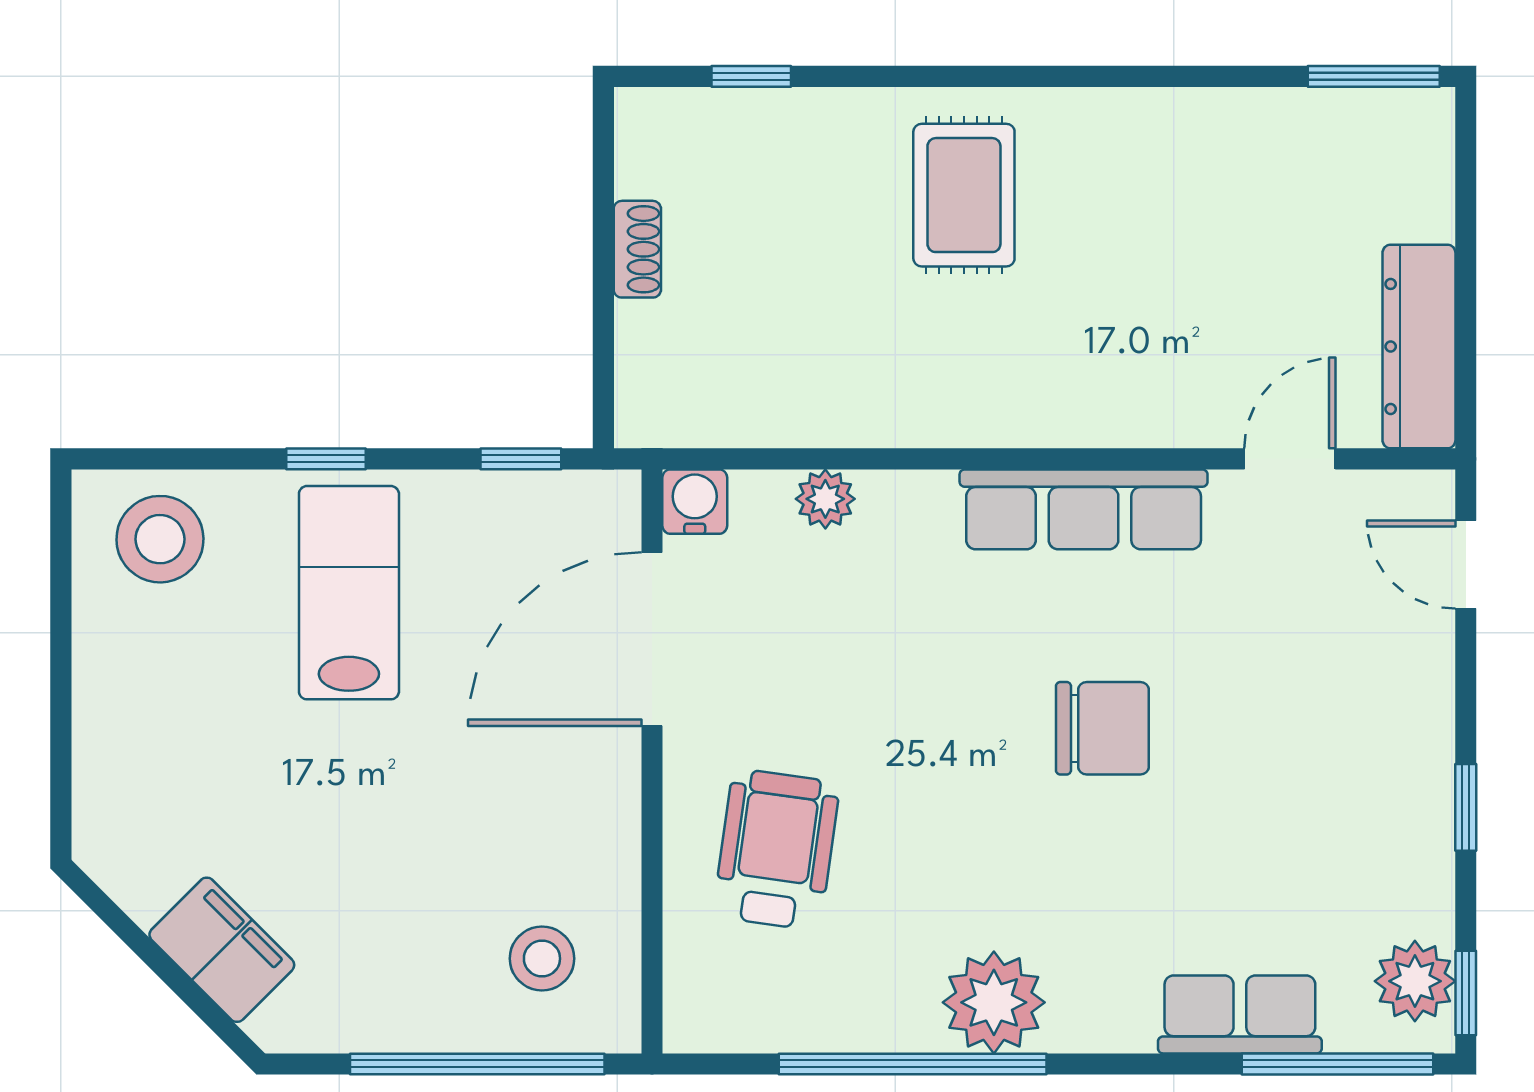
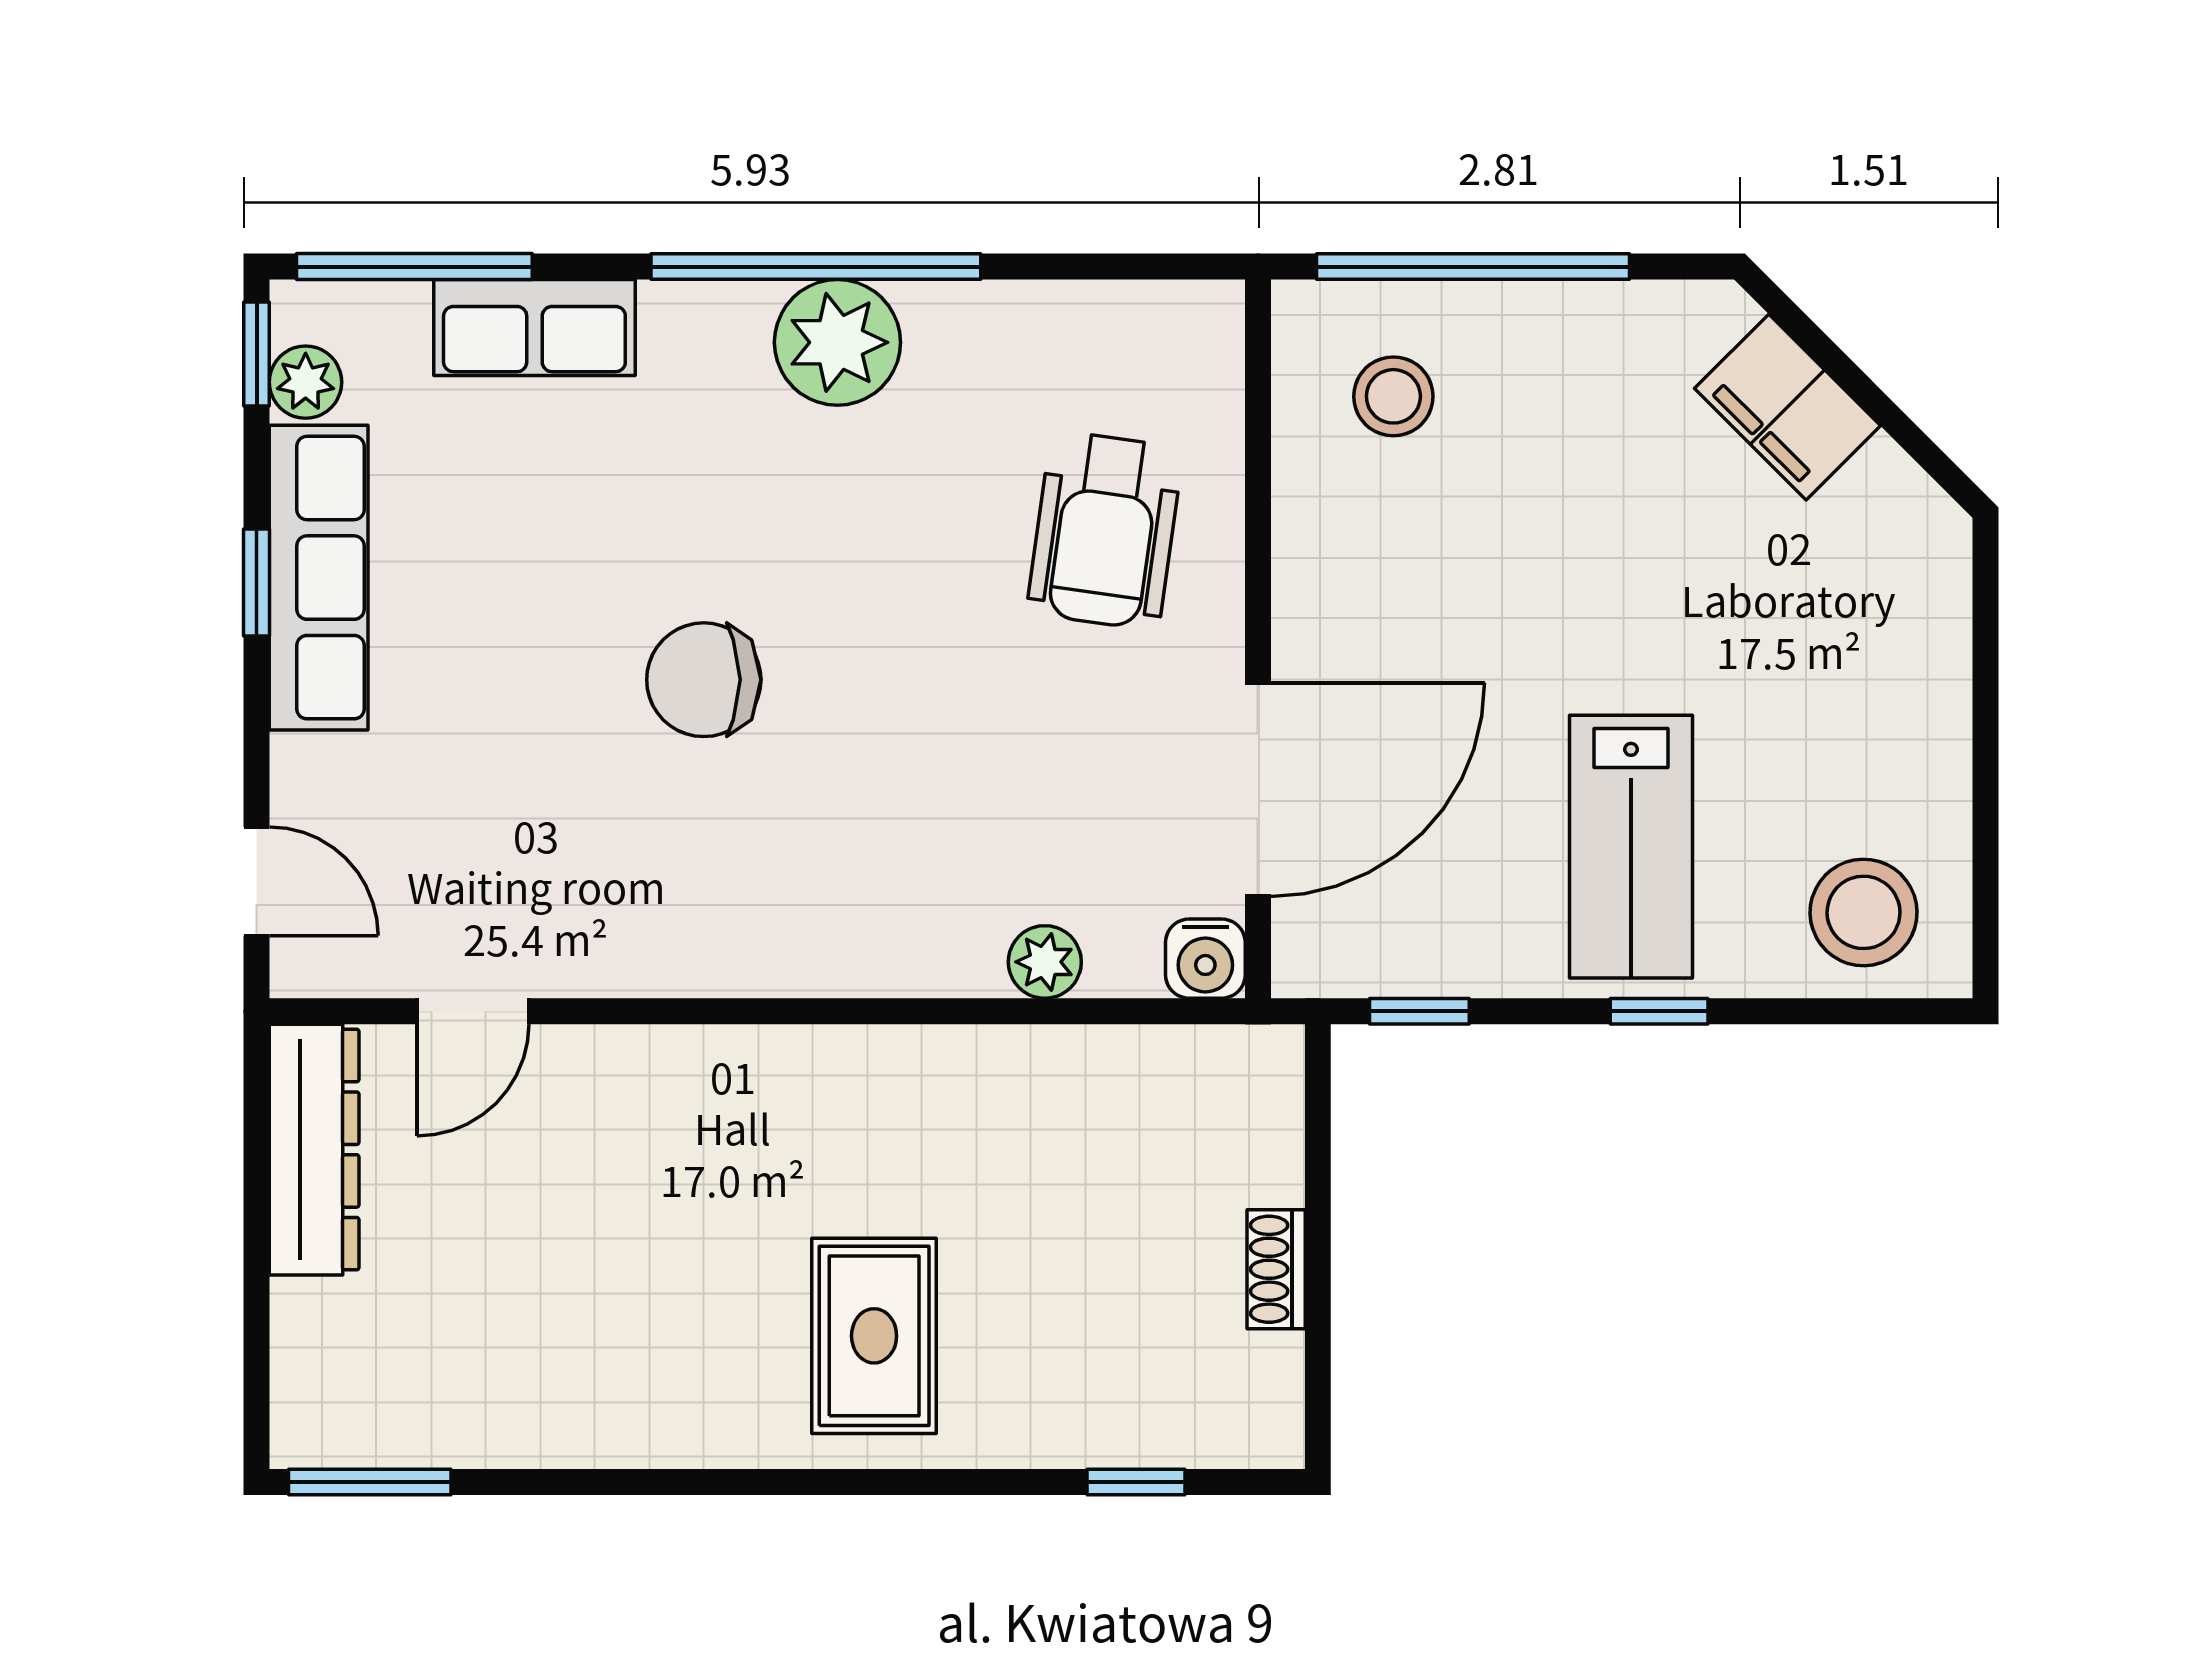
row of seats: (1084, 509) -> (319, 578), moved, turned 90
plant: (1415, 981) -> (306, 382), width x0.73, depth x0.73
window: (913, 1064) -> (816, 267), moved

